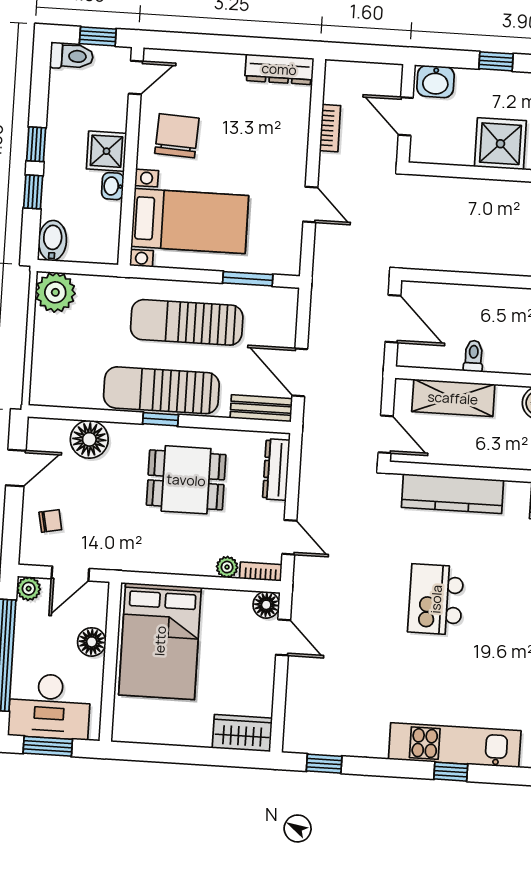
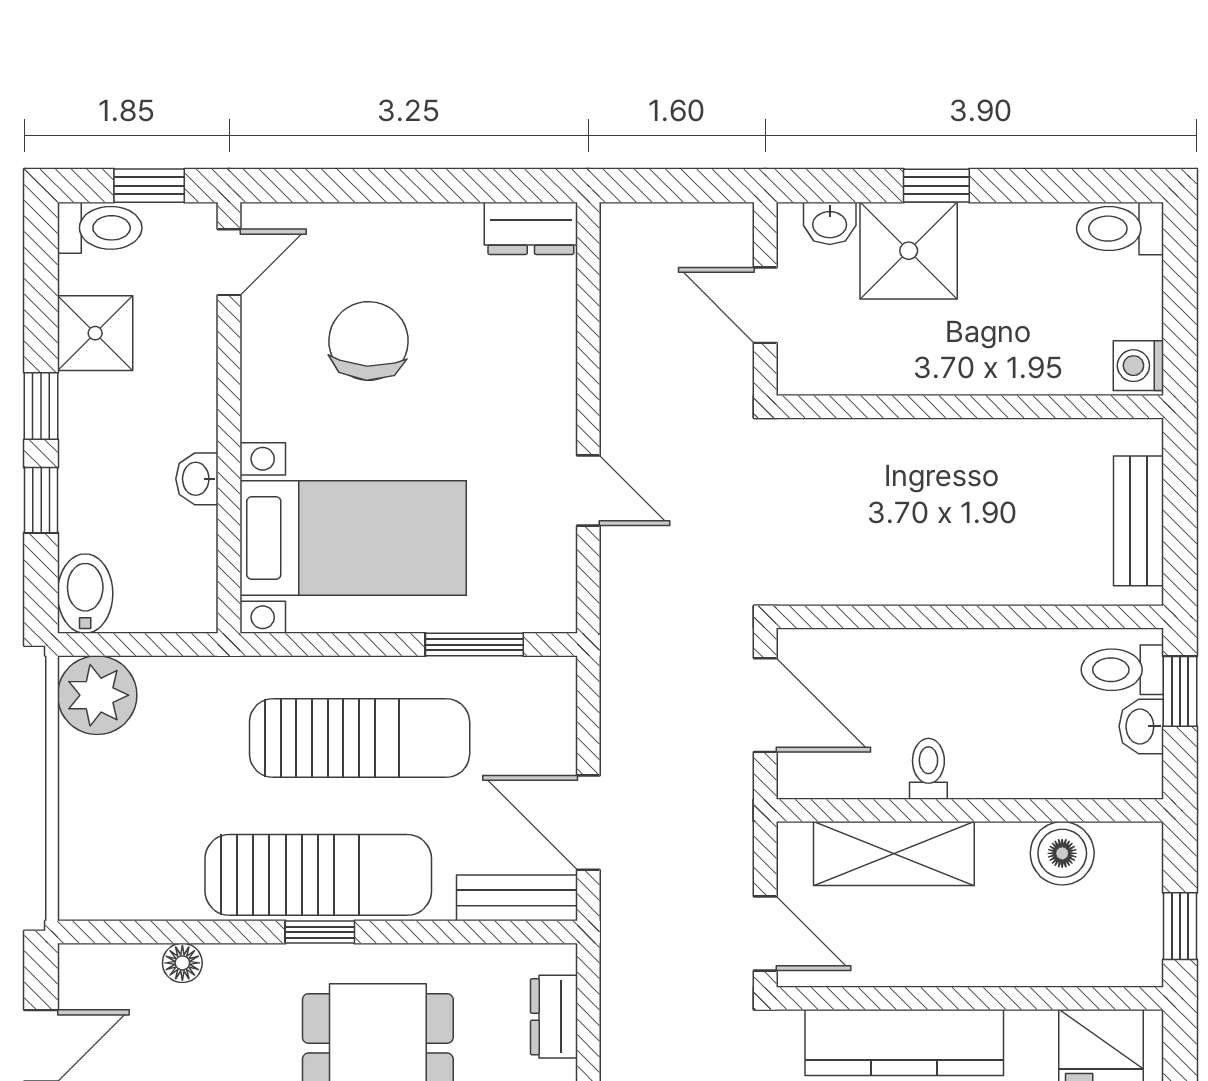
dresser: (279, 69) -> (531, 228), width x0.70
washbasin: (435, 81) -> (830, 223), width x0.72, depth x0.69
bookcase: (330, 128) -> (618, 338), removed
chair: (177, 136) -> (369, 341), moved
shower: (500, 144) -> (909, 251), moved
shower: (106, 151) -> (95, 333), moved
sun lounger: (187, 322) -> (360, 738), turned 180
sun lounger: (161, 390) -> (318, 875), turned 180
floor lamp: (89, 439) -> (182, 963), width x0.53, depth x0.53
dresser: (276, 470) -> (554, 1017), width x0.70

